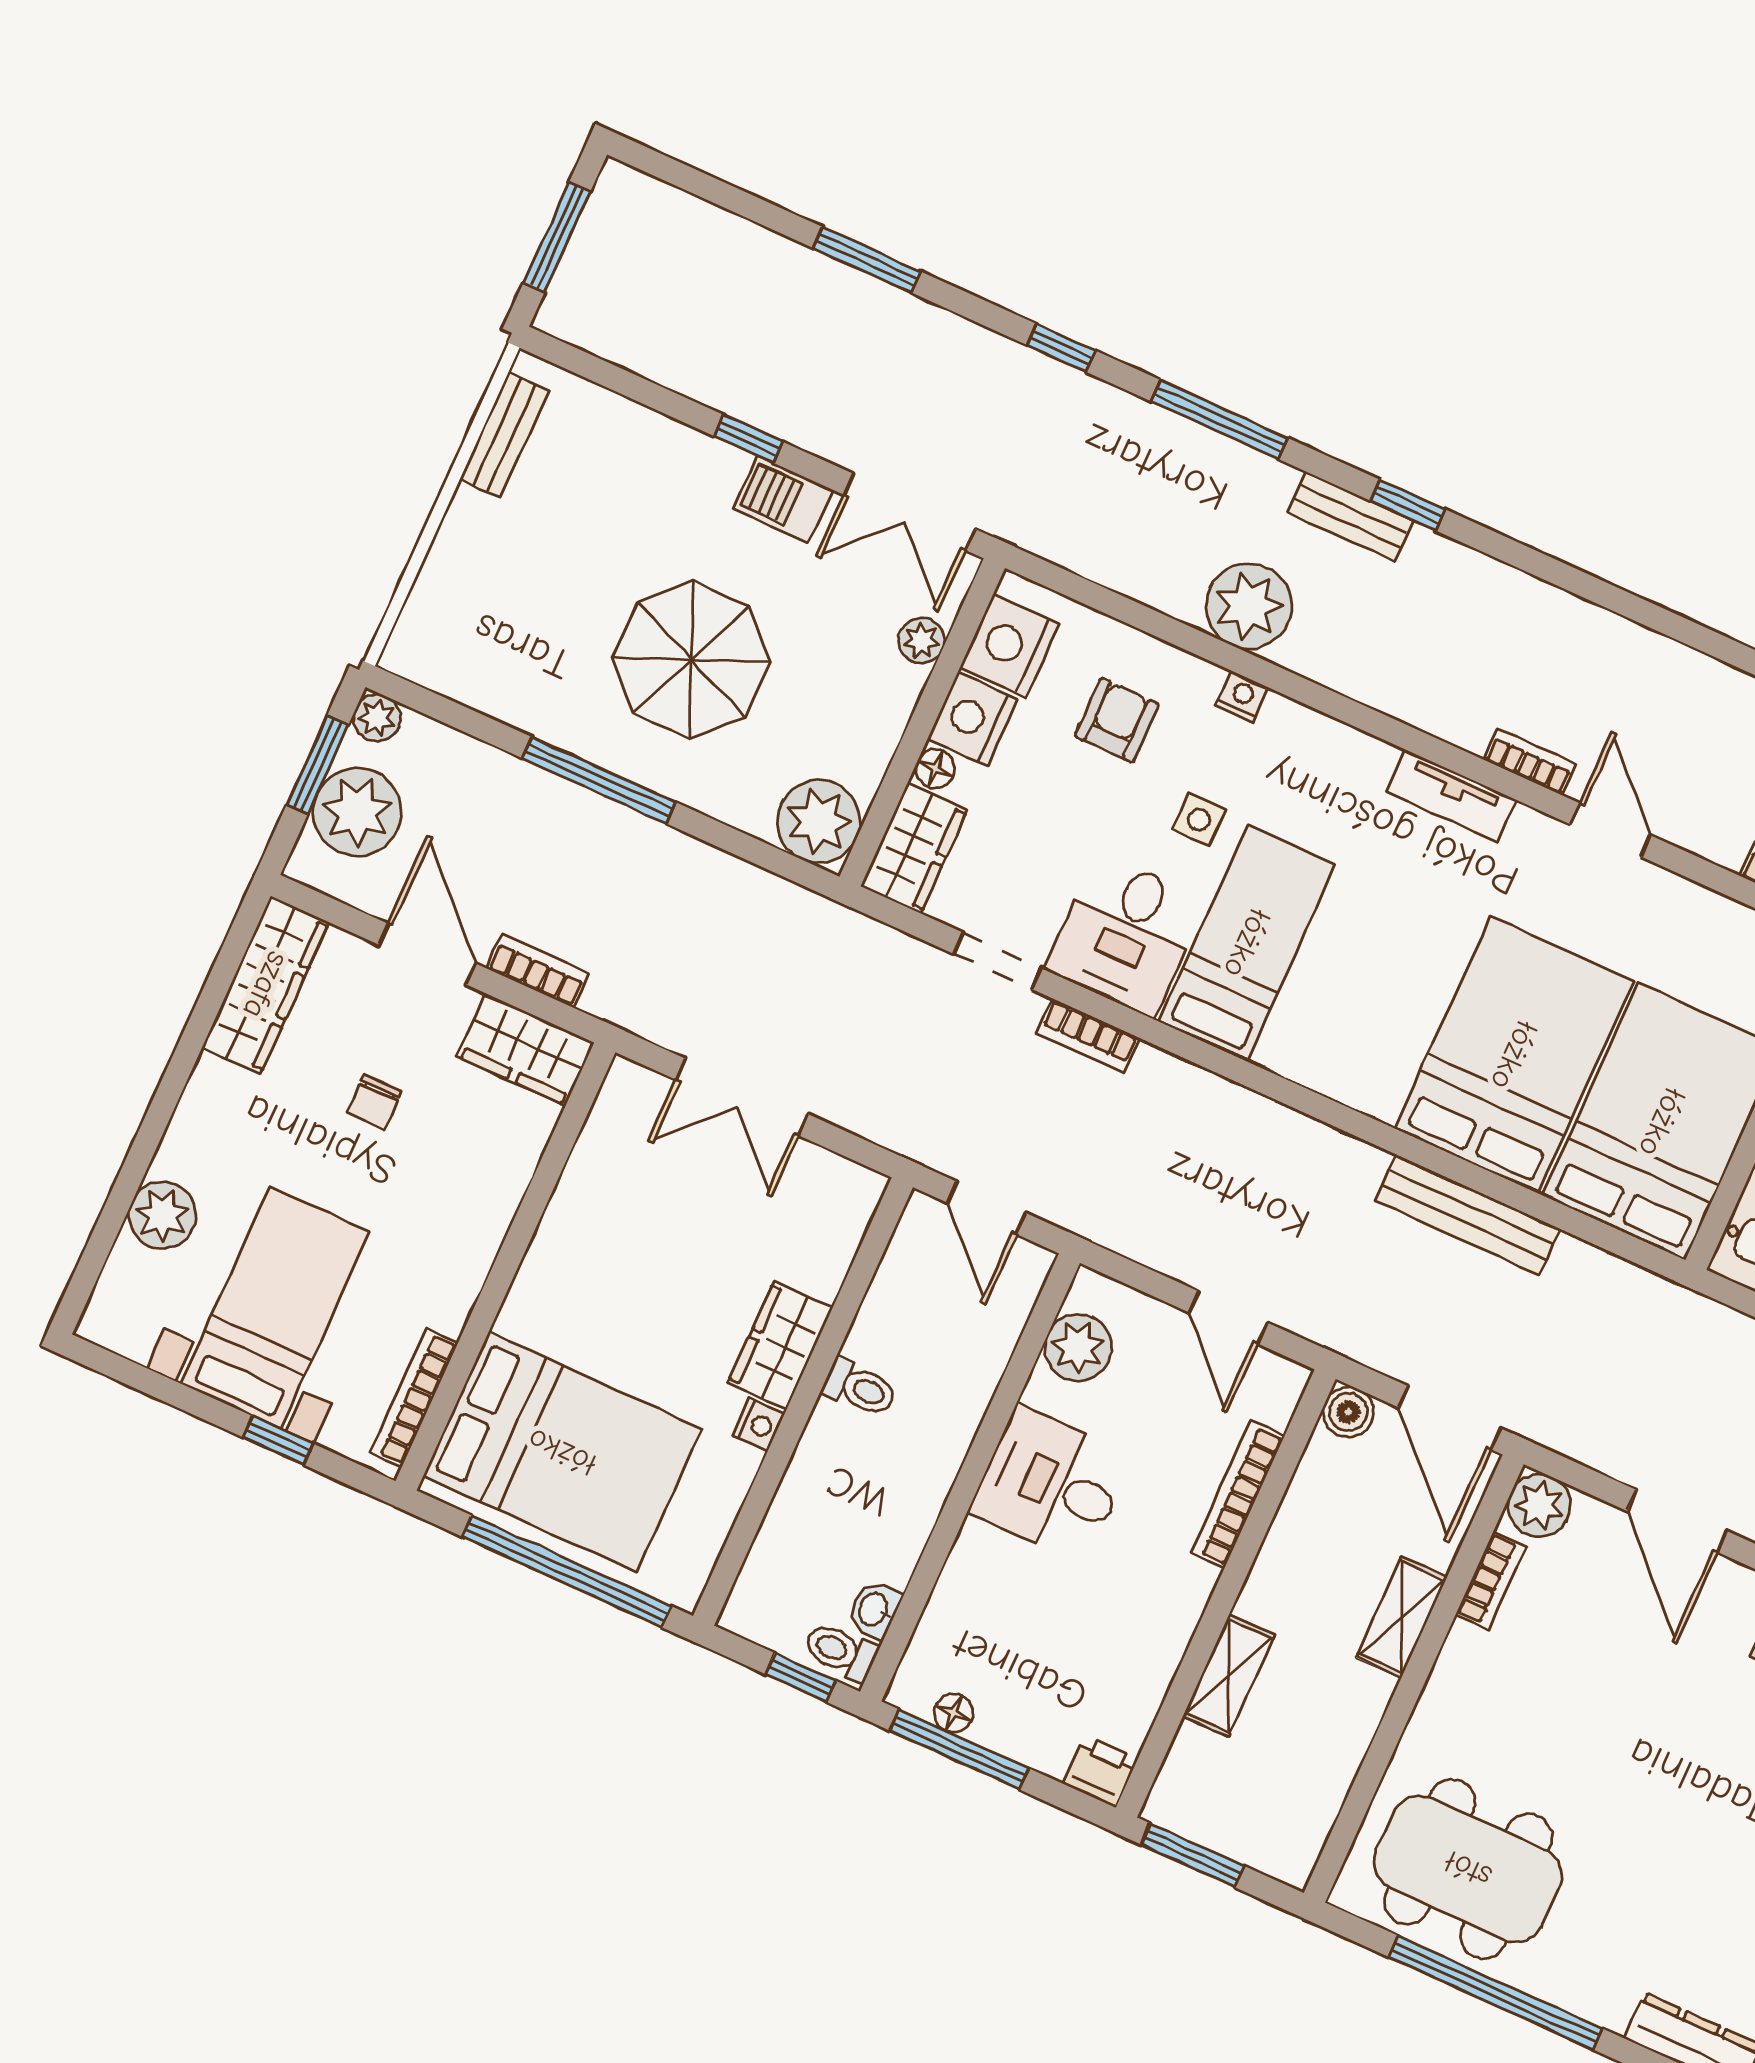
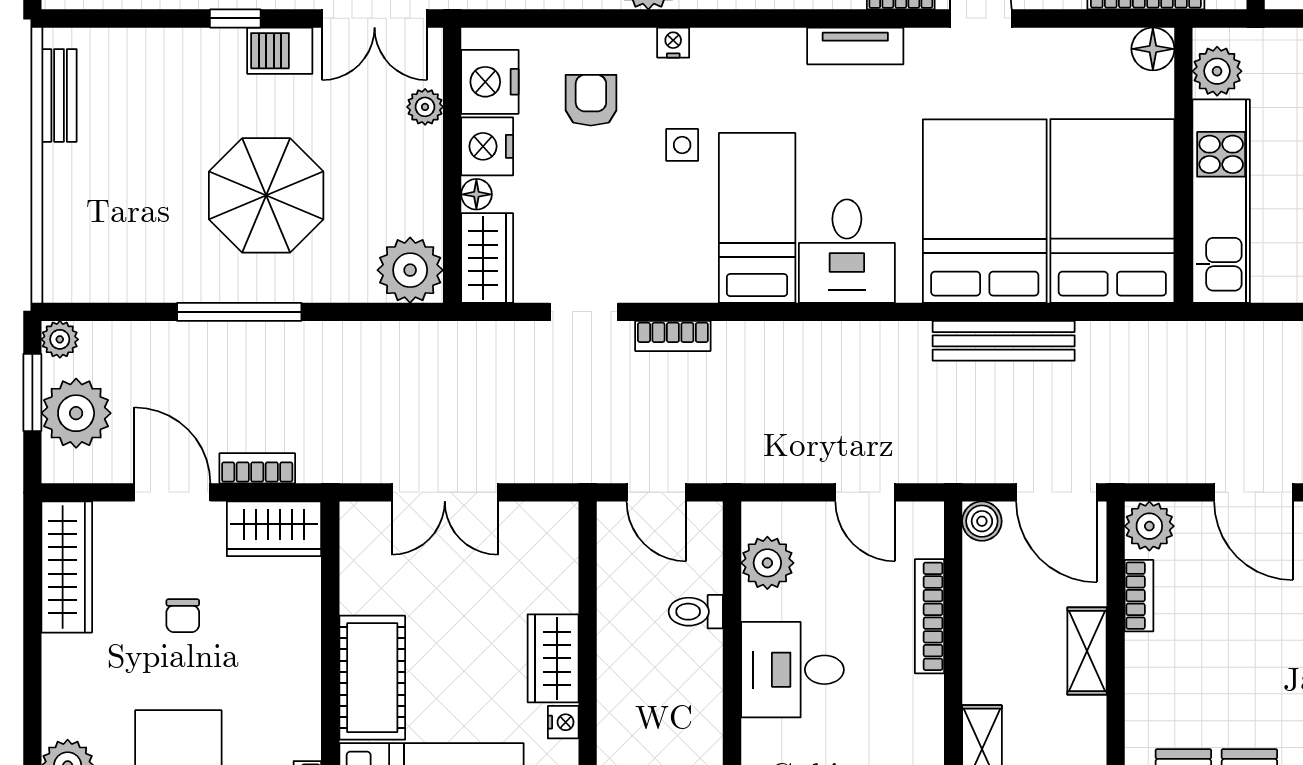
desk: (1126, 934) -> (847, 251), moved
cot: (561, 1273) -> (372, 678), added
toilet: (860, 1388) -> (696, 612), moved, turned 180

